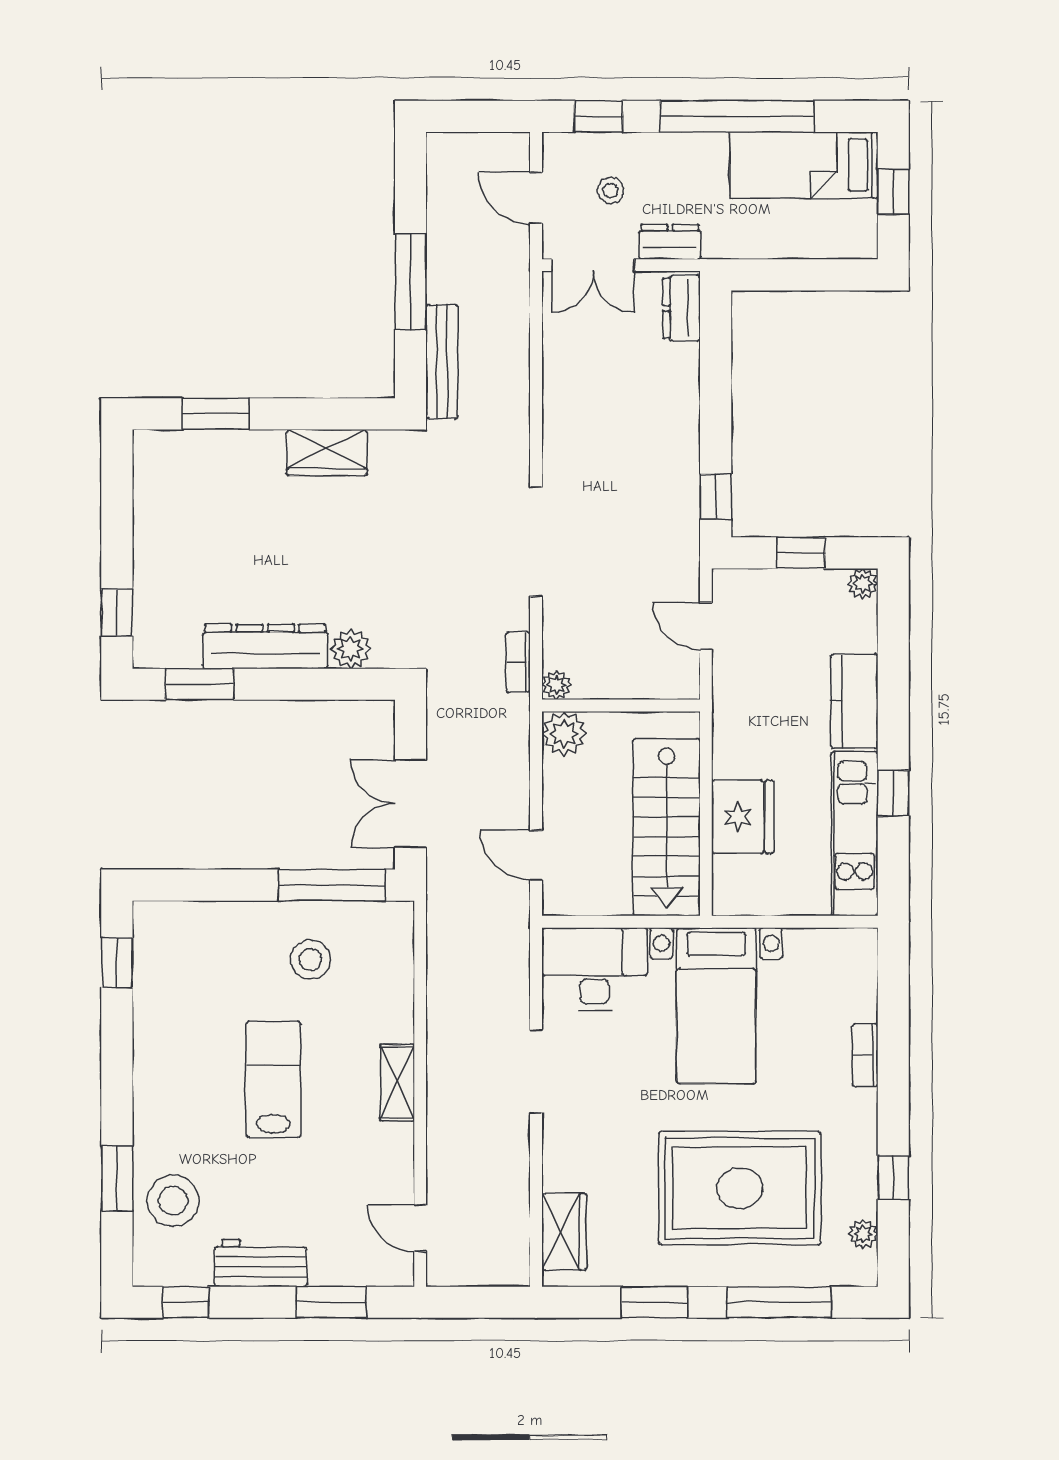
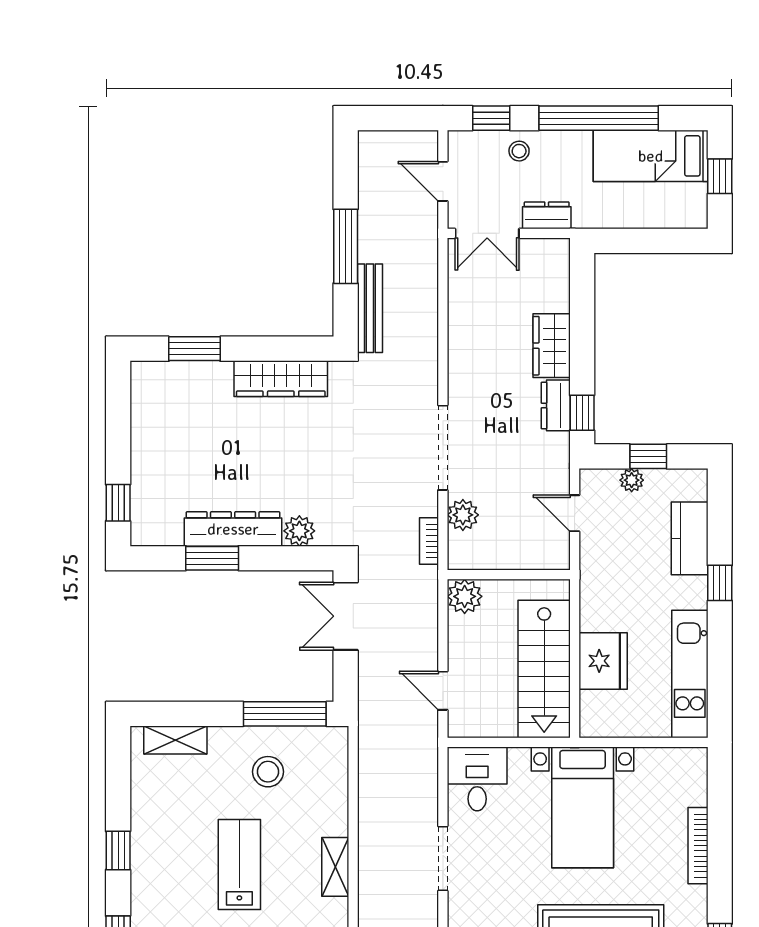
stool: (611, 190) -> (519, 151), moved
dresser: (682, 308) -> (556, 405), moved
wardrobe: (676, 410) -> (552, 346), added
wardrobe: (327, 453) -> (281, 379), width x1.50
plant: (863, 583) -> (632, 480), moved
window: (200, 684) -> (212, 558), moved
plant: (556, 685) -> (463, 515), moved, width x1.38, depth x1.38
kitchen counter: (854, 701) -> (690, 538), moved
window: (893, 793) -> (720, 583), moved
double door: (410, 804) -> (346, 616), moved
shelving: (191, 919) -> (175, 740), added
window: (117, 962) -> (118, 851), moved
desk: (594, 969) -> (477, 779), width x0.73
bookcase: (865, 1055) -> (698, 846), width x1.56

